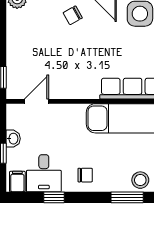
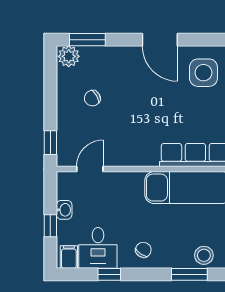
chair: (73, 15) -> (92, 98), moved
chair: (85, 175) -> (143, 250), turned -56

